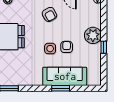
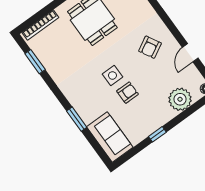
plant: (93, 35) -> (180, 99), moved
sofa: (65, 76) -> (110, 137), moved, width x0.73

